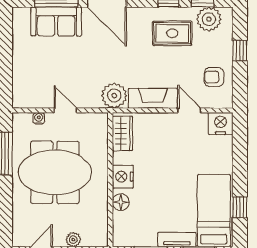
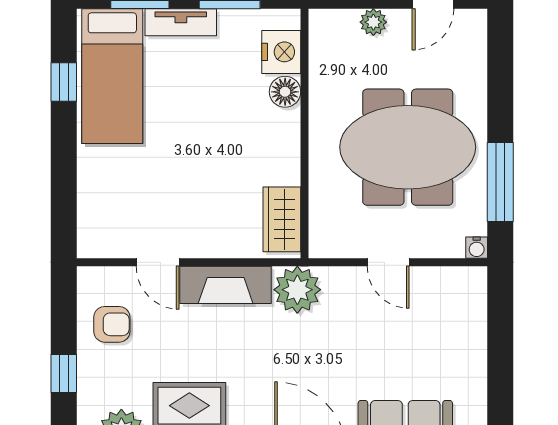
water cooler: (39, 118) -> (477, 248), moved
nightstand: (221, 124) -> (100, 238), removed
nightstand: (123, 177) -> (281, 52), moved

